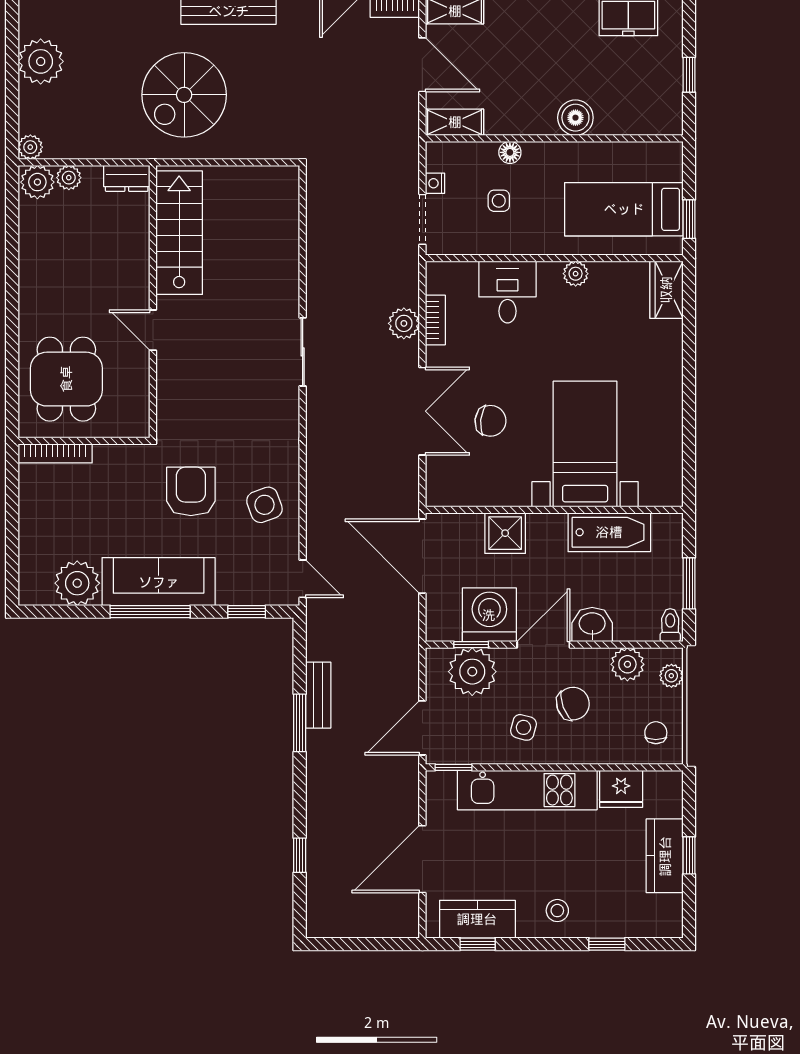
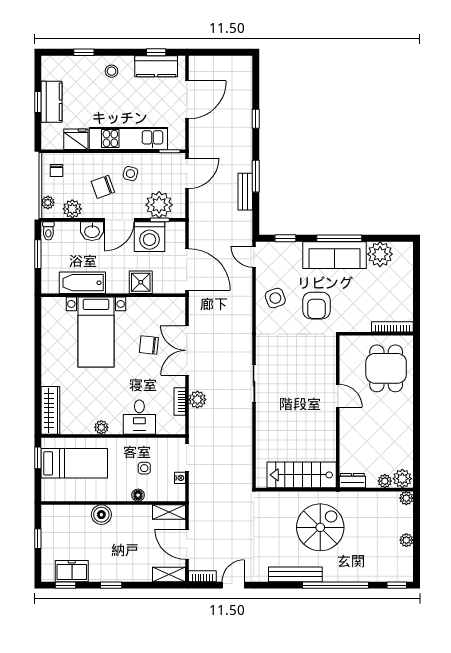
plant: (41, 61) -> (406, 540), width x0.53, depth x0.53
stairs: (179, 233) -> (302, 475), moved, turned 90
wardrobe: (666, 290) -> (50, 410), width x1.50
window: (300, 855) -> (256, 119), moved

